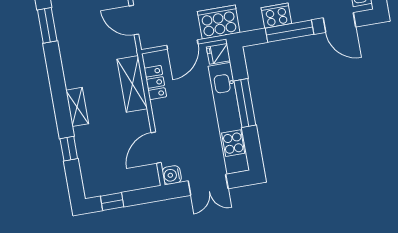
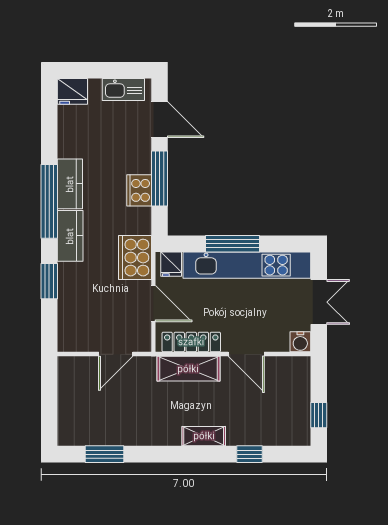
door: (339, 22) -> (159, 120), hinge flipped
locker: (155, 82) -> (191, 342), width x1.53
door: (156, 148) -> (246, 354), moved

